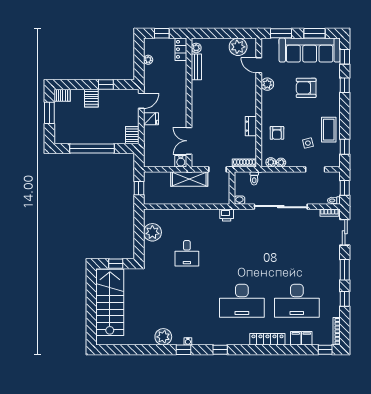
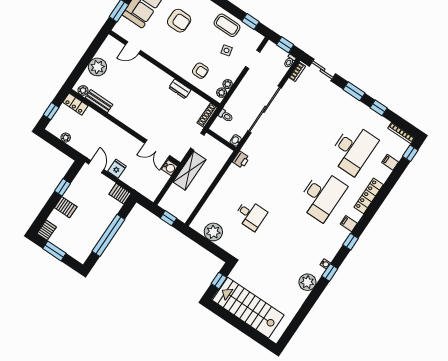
plant: (238, 47) -> (97, 67), moved
plant: (267, 84) -> (154, 51), removed
armchair: (306, 88) -> (179, 21), turned -90
filing cabinet: (296, 338) -> (349, 224), moved

